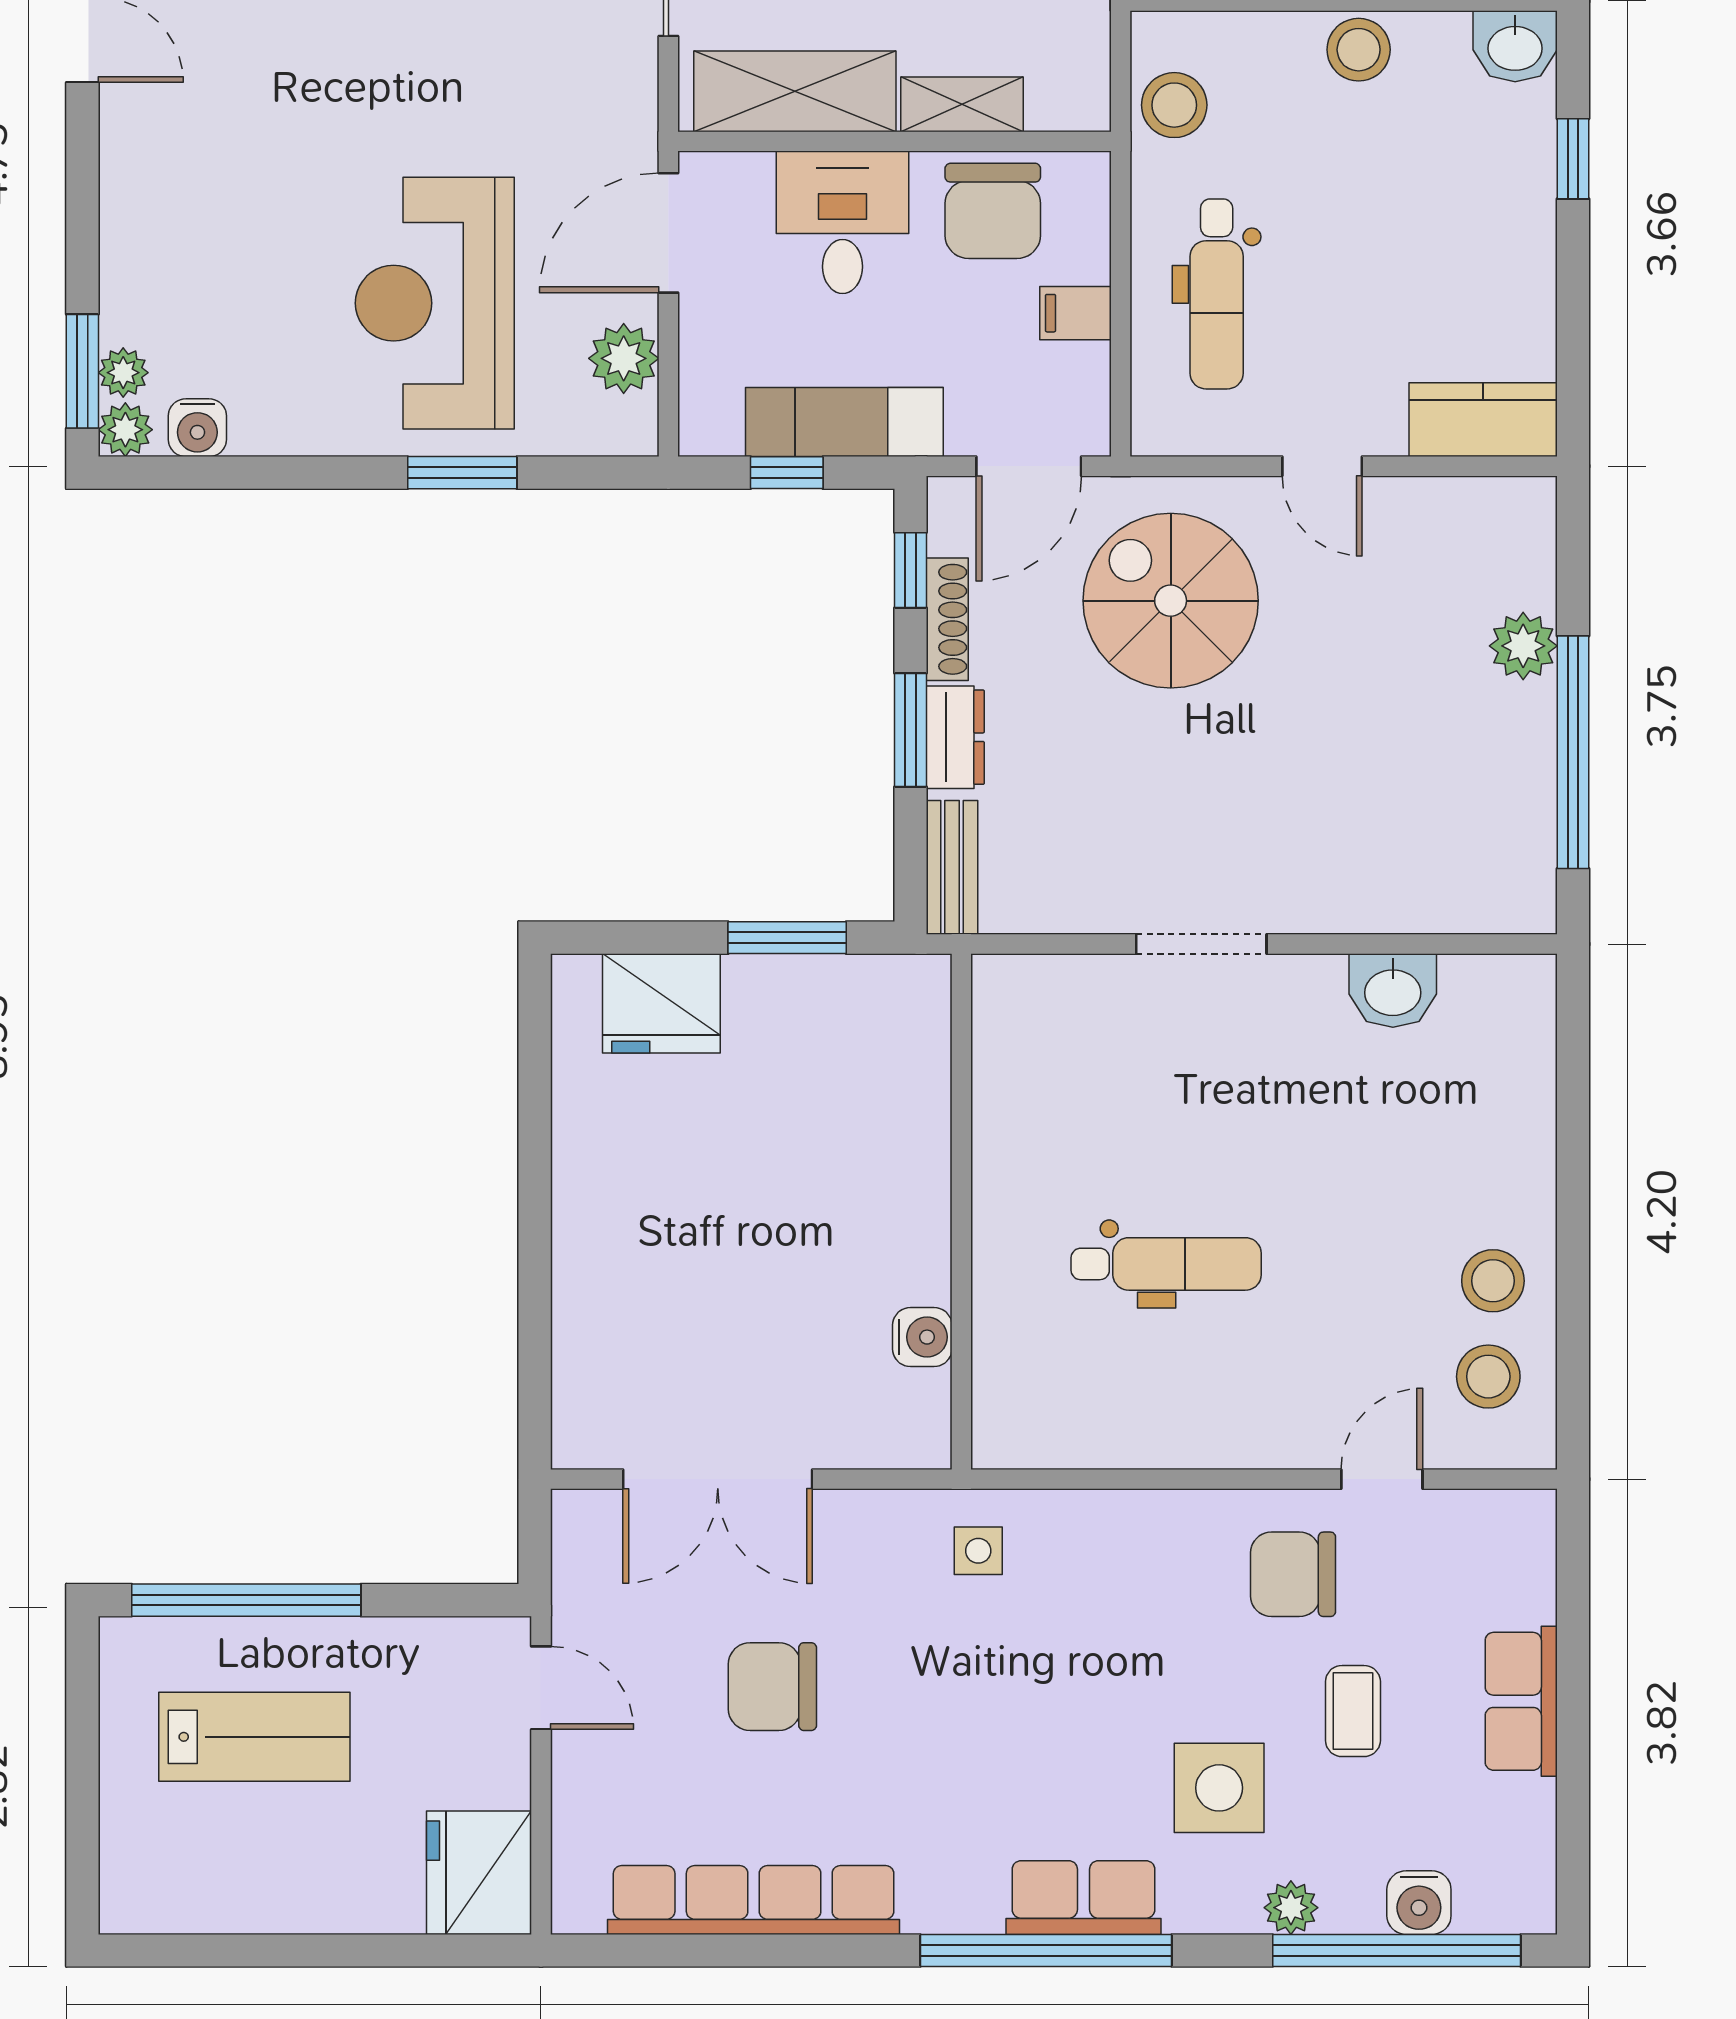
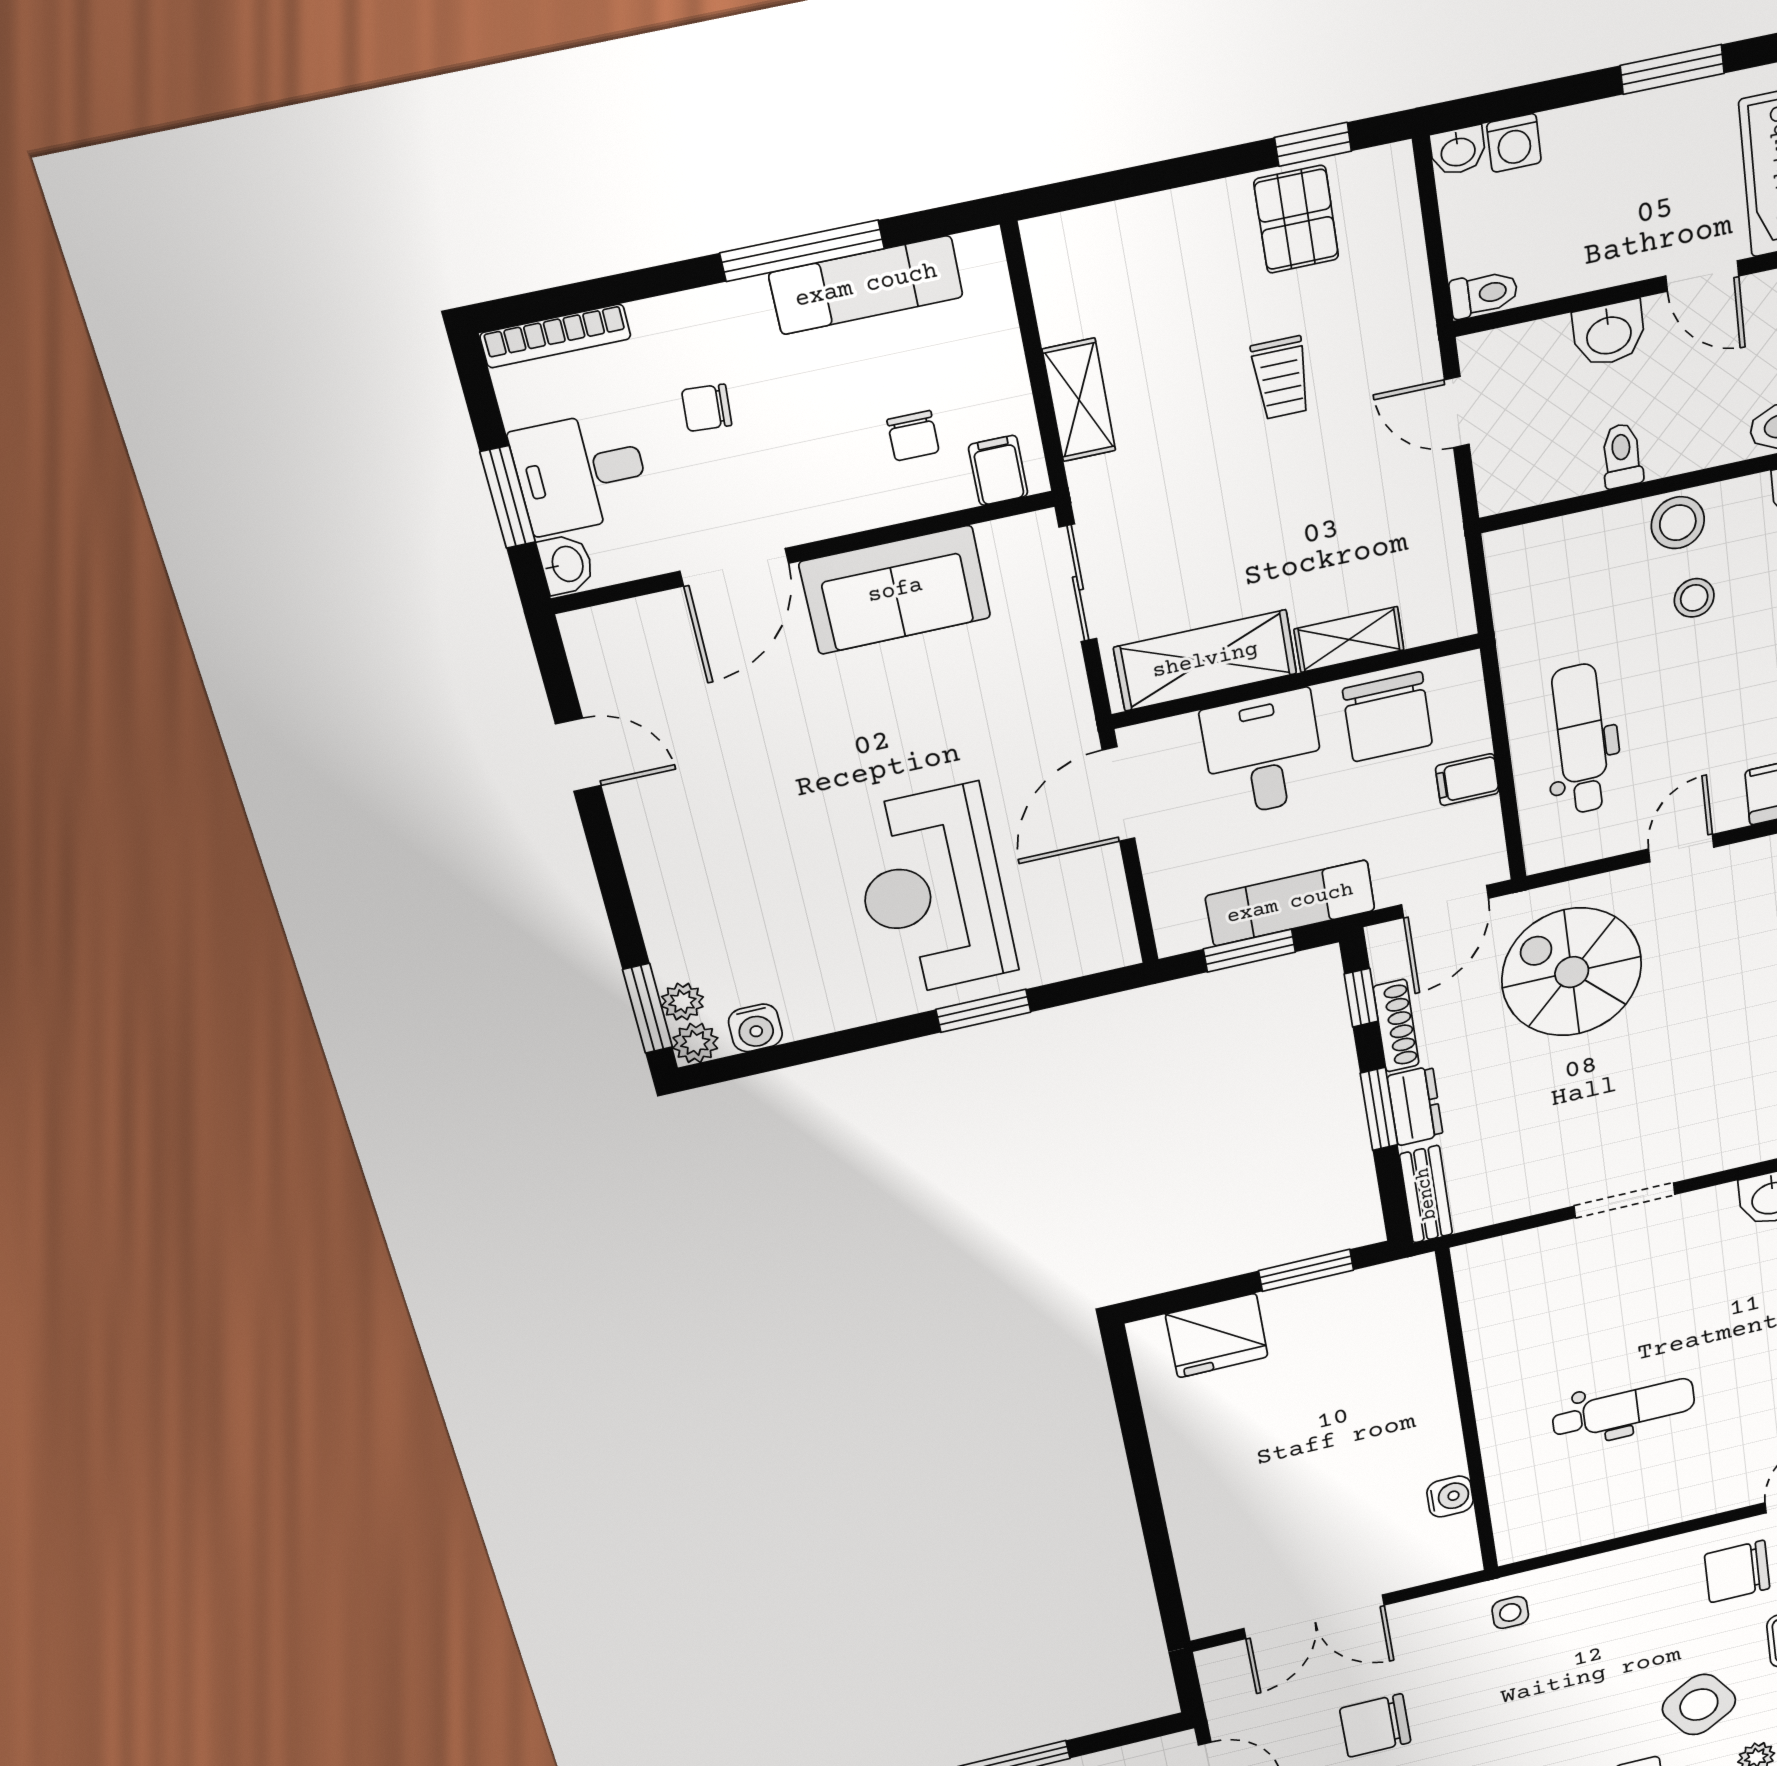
stool: (1174, 105) -> (1694, 598), moved, width x0.73, depth x0.73
dental chair: (1217, 294) -> (1581, 739), turned 180
plant: (624, 358) -> (1100, 897), removed
door: (1322, 466) -> (1681, 848), swing flipped
window: (787, 473) -> (1249, 951), width x1.50
side table: (1219, 1788) -> (1699, 1705), turned -33

